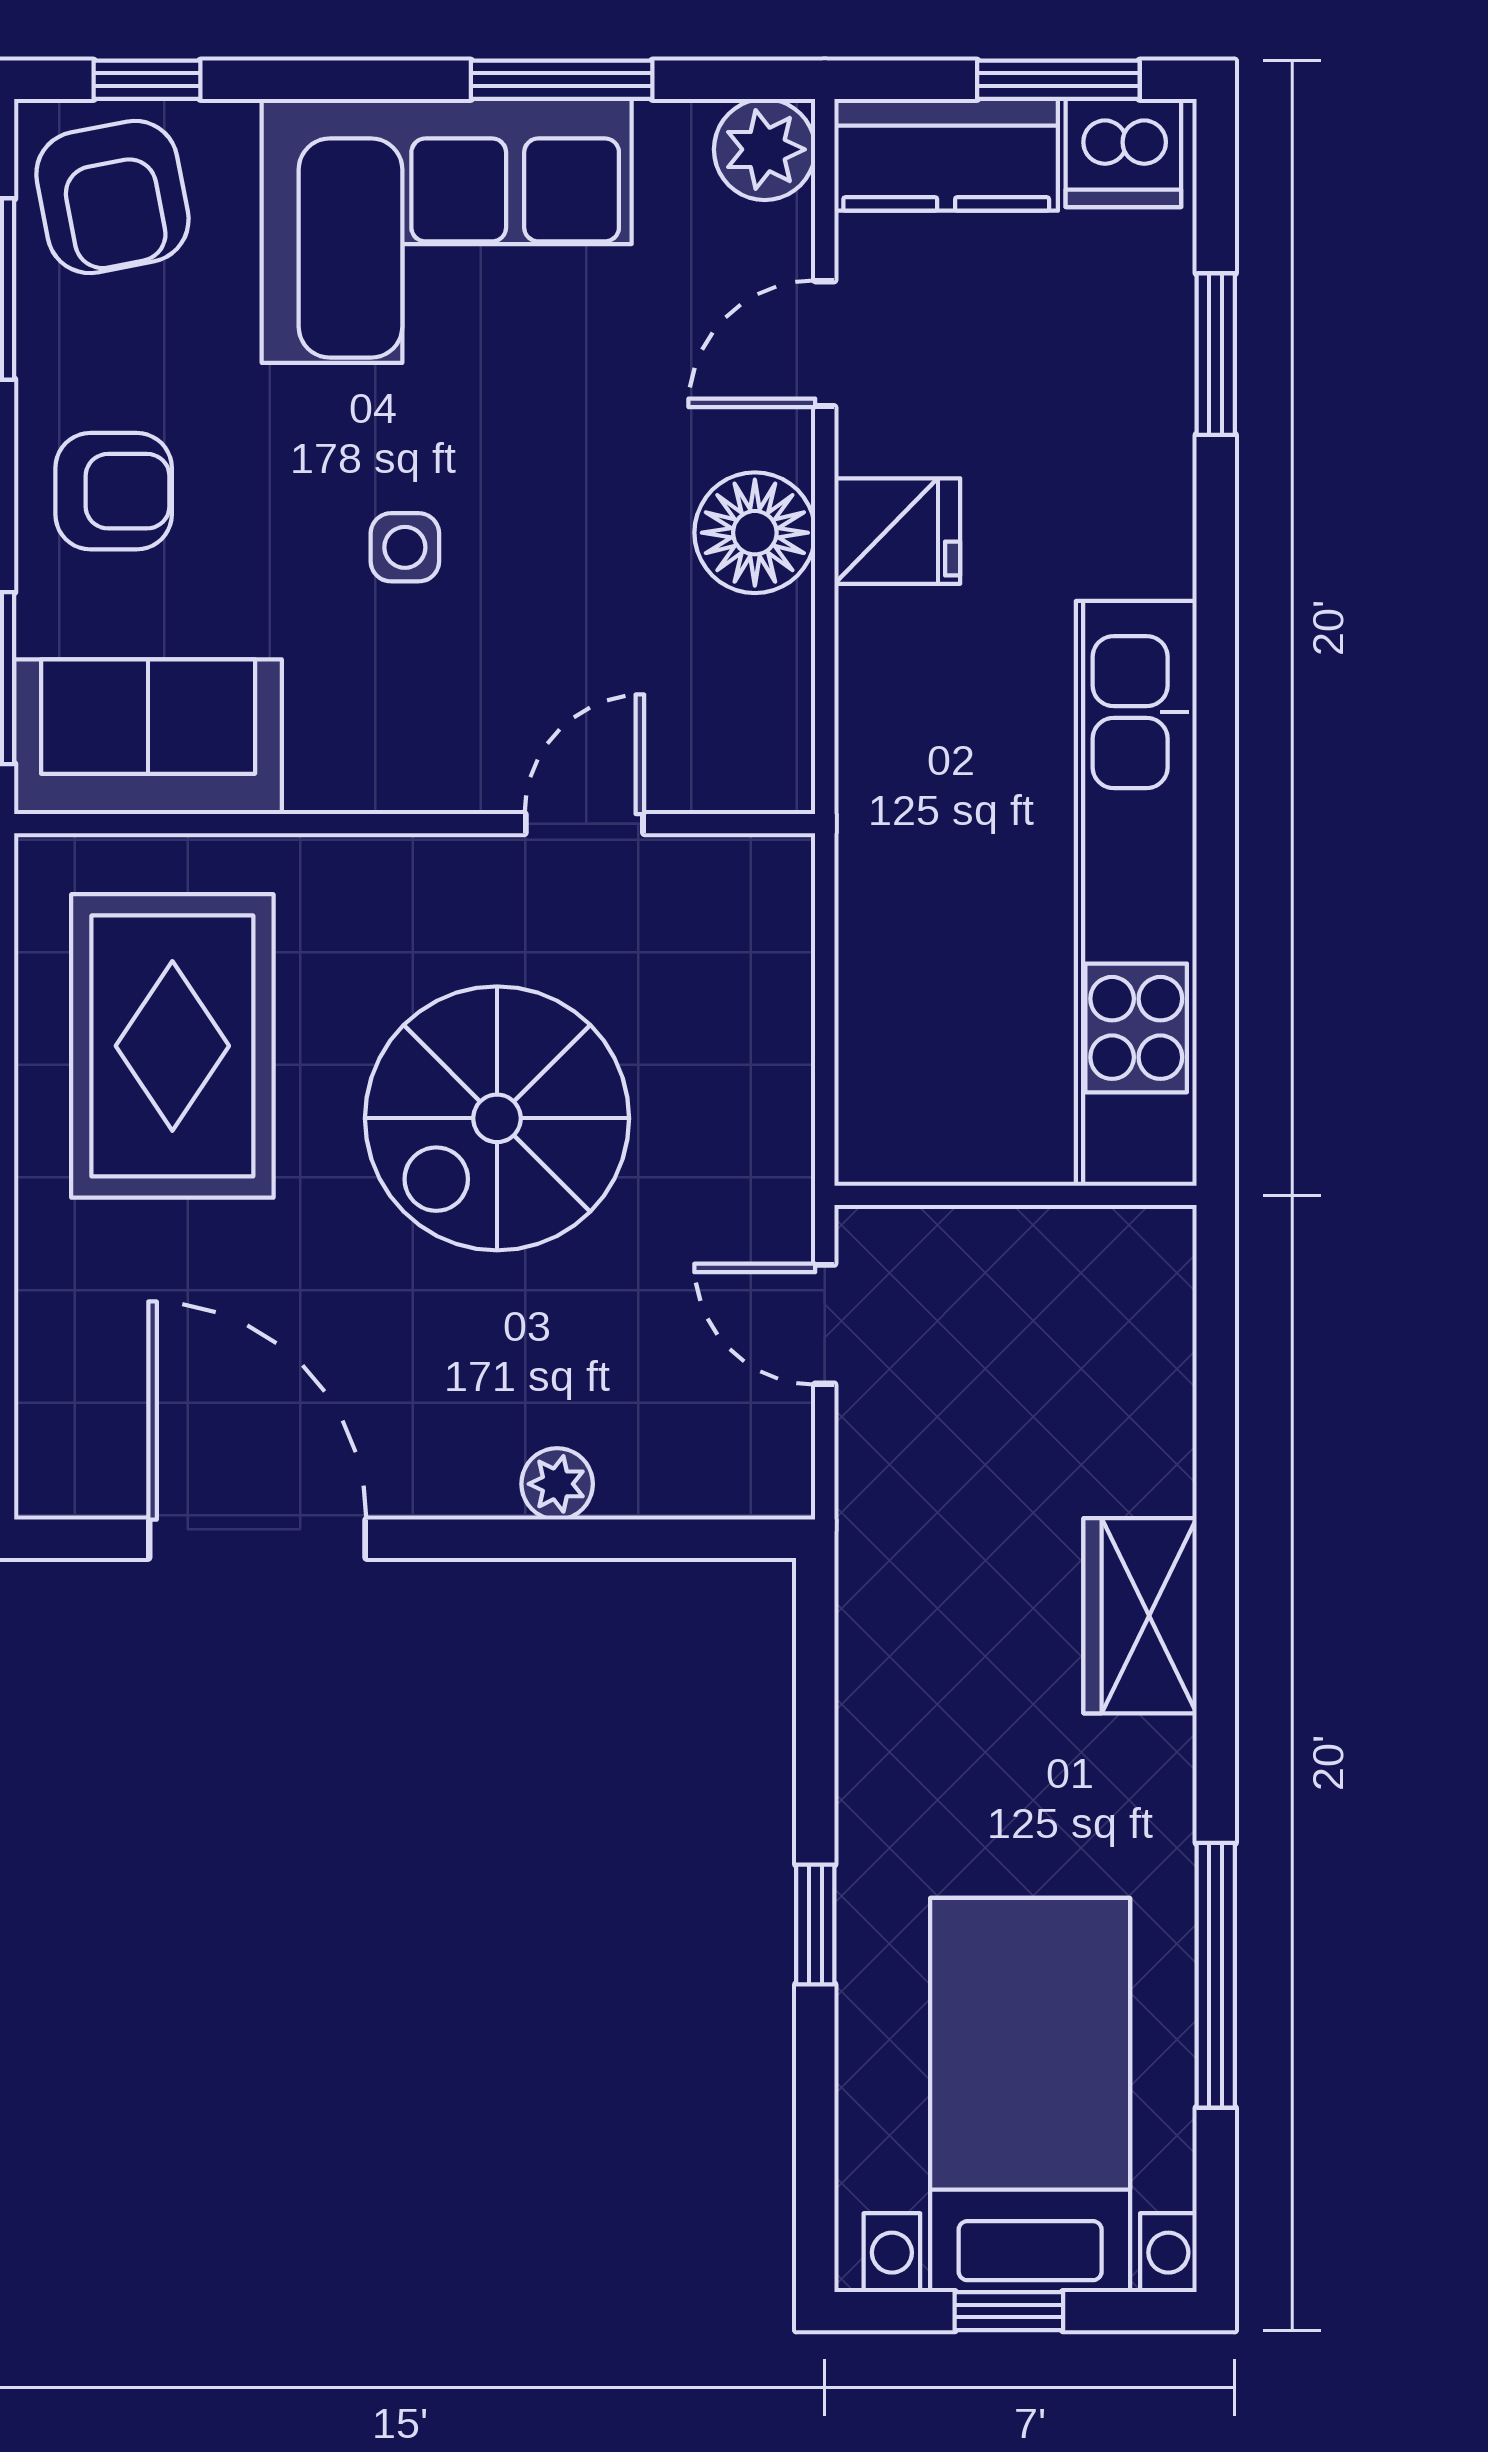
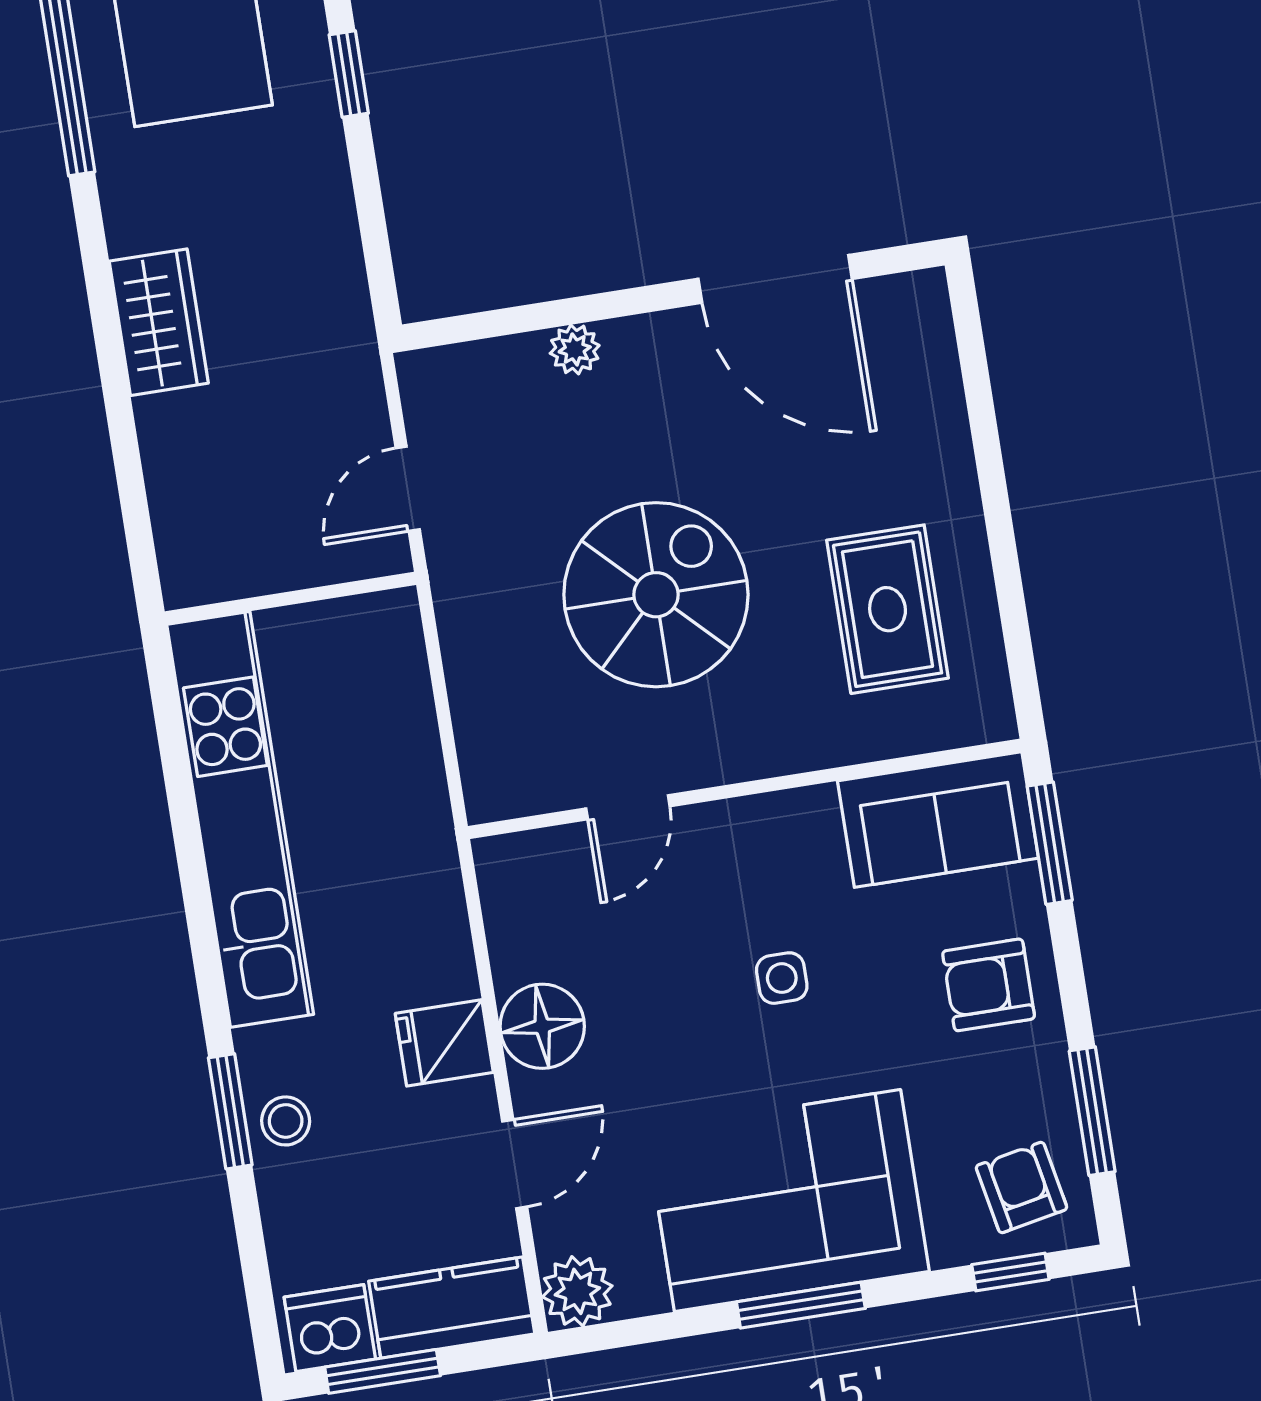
window: (562, 80) -> (801, 1305), moved
armchair: (112, 197) -> (1021, 1187), width x0.72, depth x0.72
window: (1216, 354) -> (230, 1111), moved
stool: (1139, 456) -> (286, 1121), added
rug: (172, 1046) -> (888, 609), width x0.73, depth x0.70
door: (825, 1324) -> (408, 489), swing flipped

